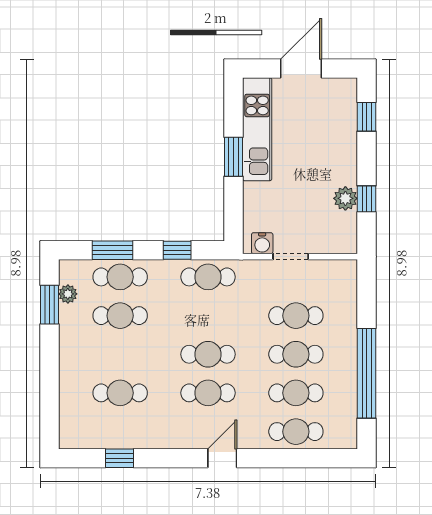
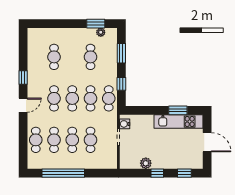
window: (233, 157) -> (178, 110), moved
window: (367, 199) -> (157, 173), moved
cafe table: (120, 277) -> (90, 98), moved
window: (120, 458) -> (23, 77), moved
door: (222, 458) -> (23, 105), hinge flipped

